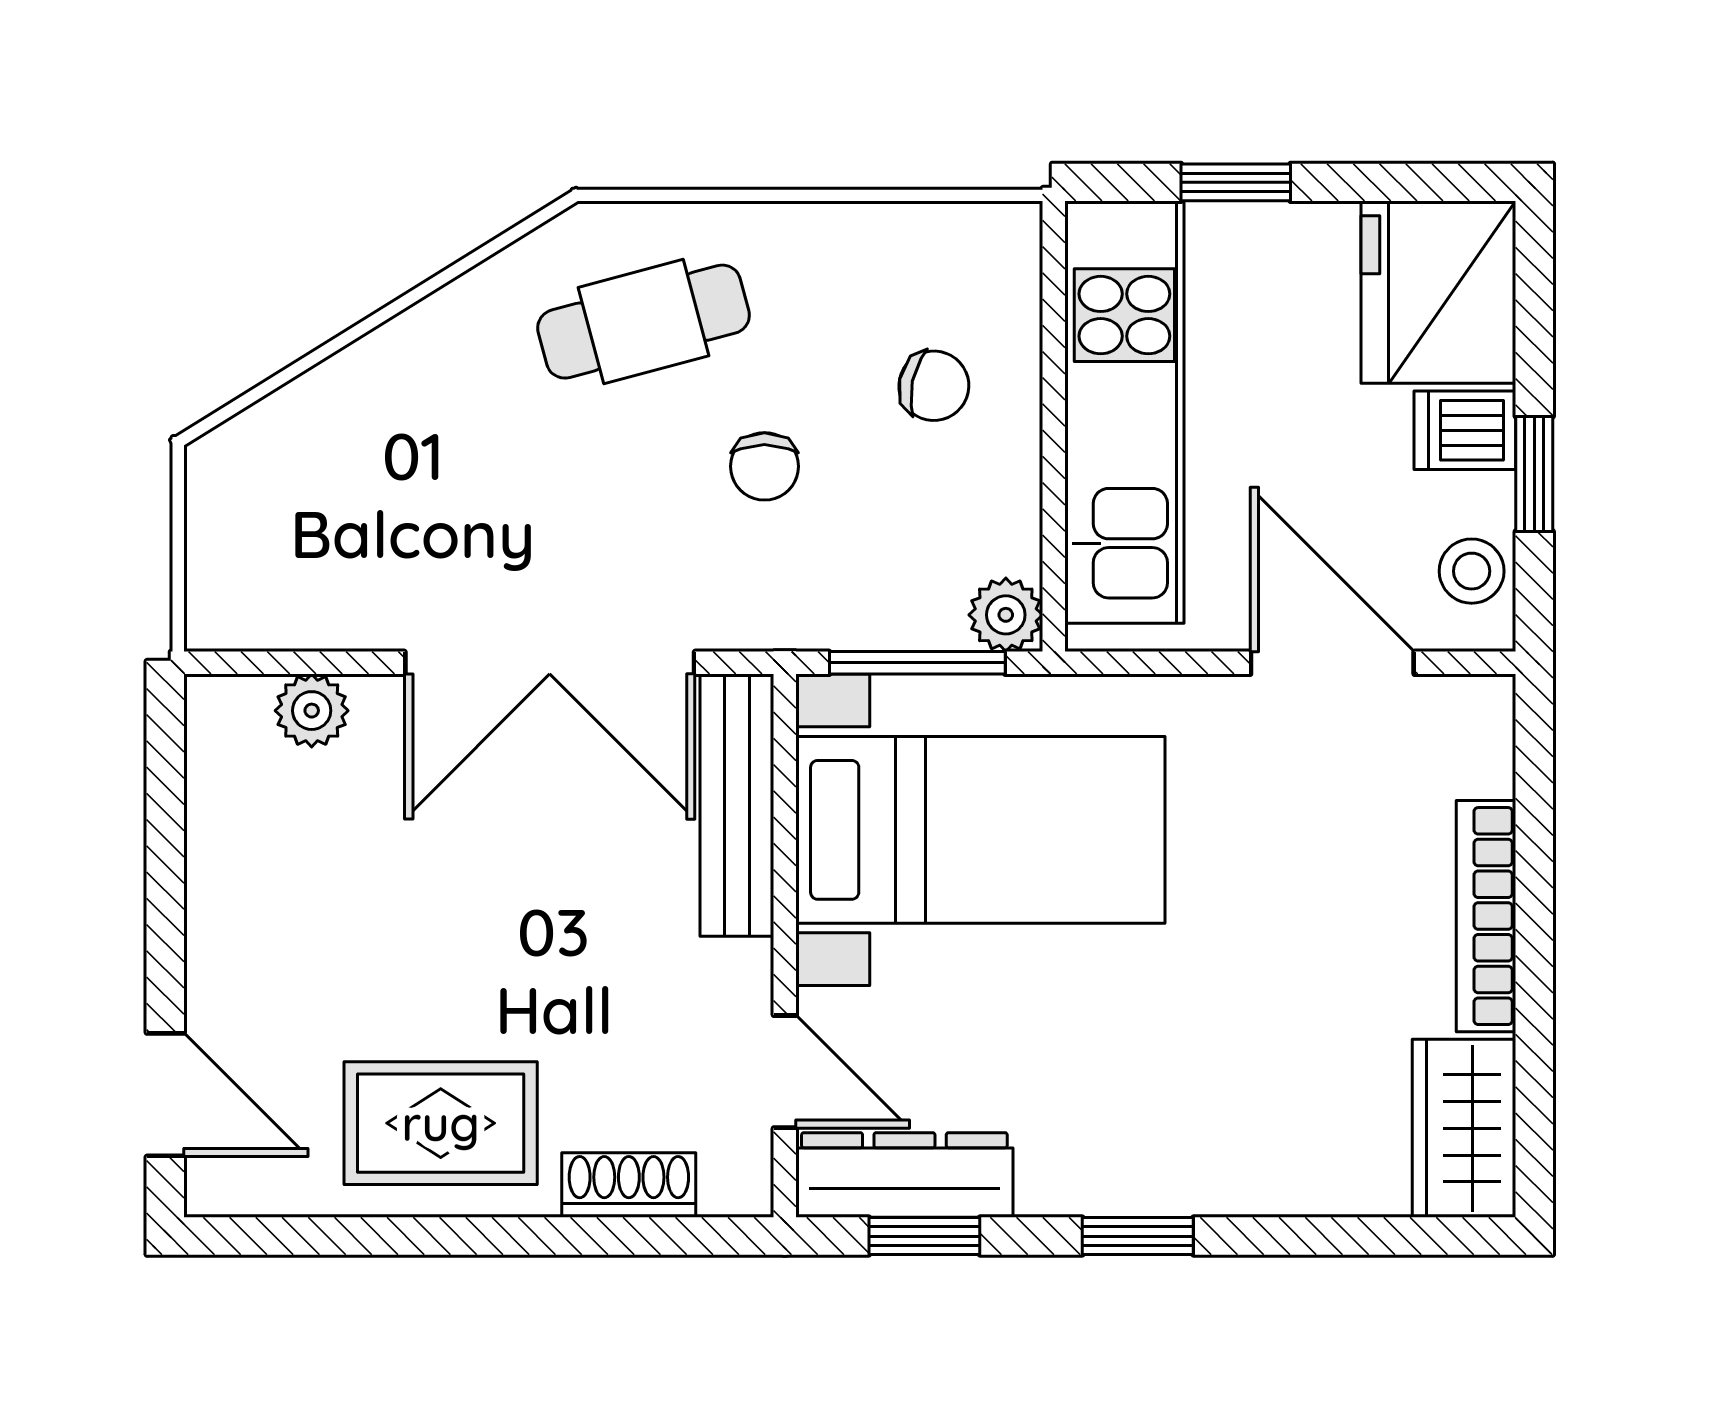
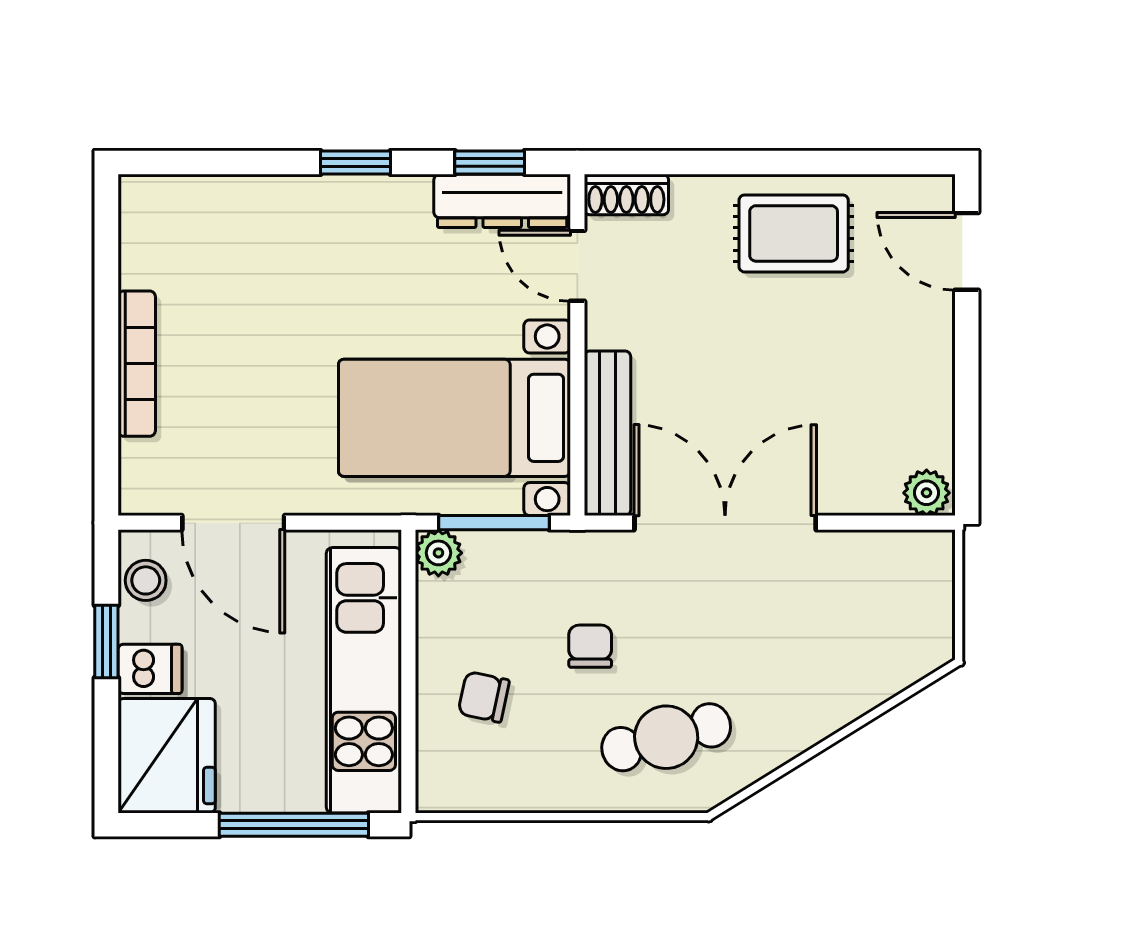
window: (1236, 182) -> (294, 825), width x2.17
plant: (312, 711) -> (927, 493), moved
wardrobe: (1464, 1128) -> (151, 230), removed
shoe rack: (629, 1185) -> (626, 195), moved

